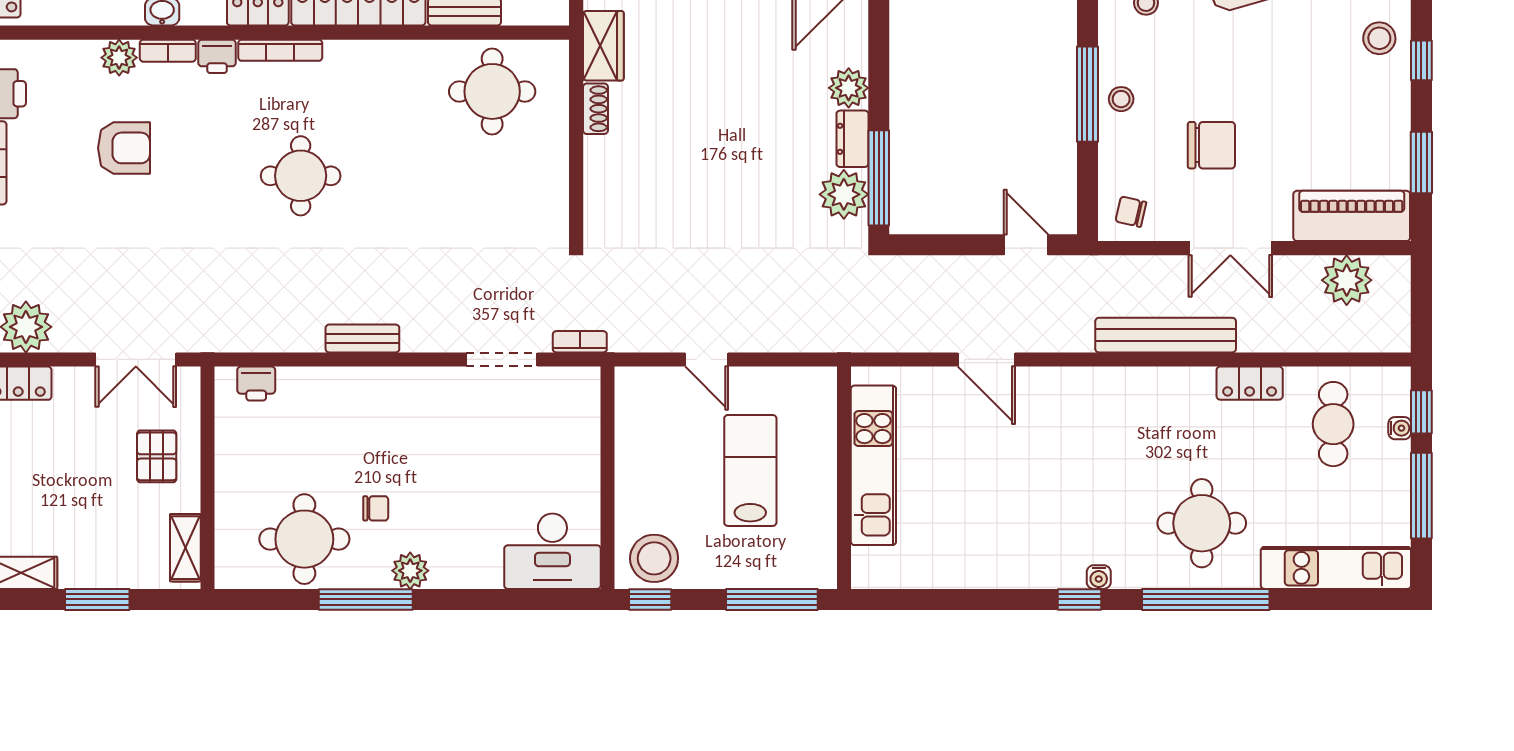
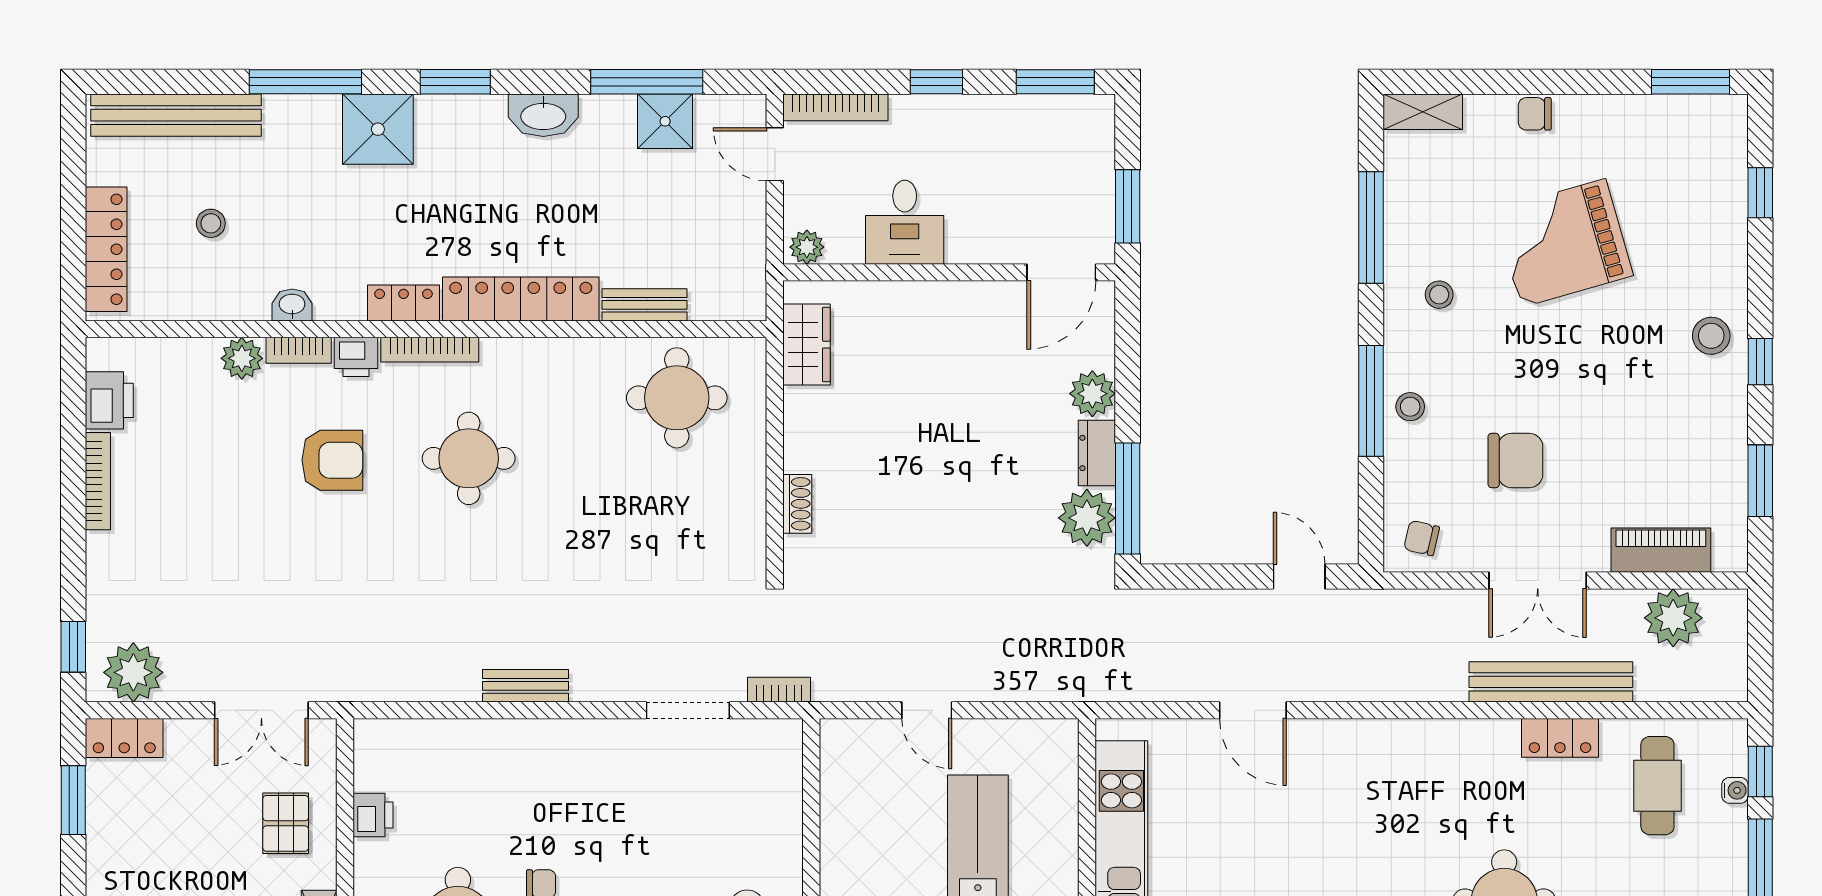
shoe rack: (595, 109) -> (797, 504), moved
armchair: (124, 148) -> (332, 460), moved
round table: (301, 176) -> (469, 458), moved
piano: (1352, 216) -> (1661, 550), width x0.73, depth x0.75
bench: (1166, 335) -> (1551, 682), moved
printer: (256, 384) -> (373, 815), moved, turned -90

